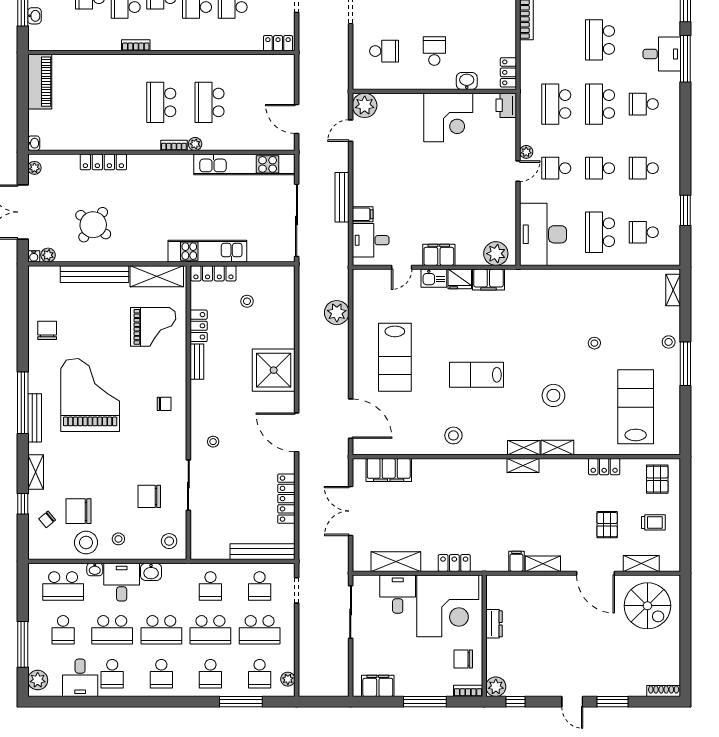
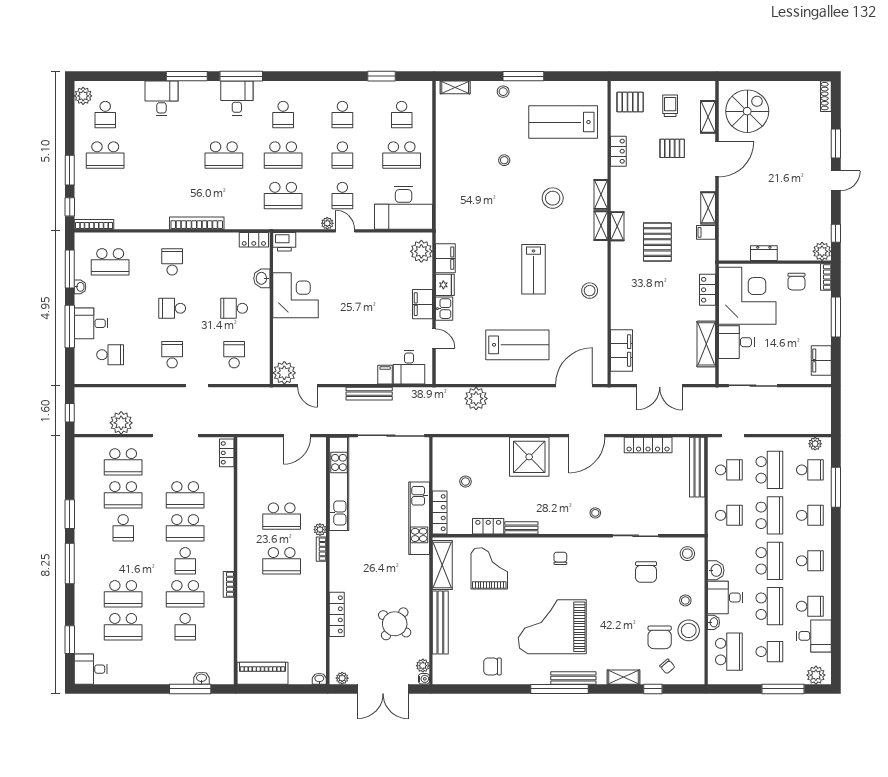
pallet: (506, 509) -> (657, 242), added

